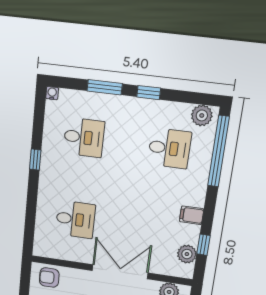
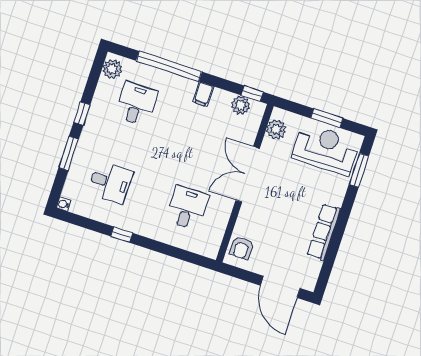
desk: (84, 137) -> (110, 183), turned 90
window: (218, 151) -> (169, 66), moved
window: (204, 245) -> (252, 94), moved

